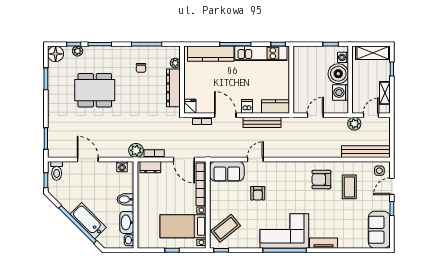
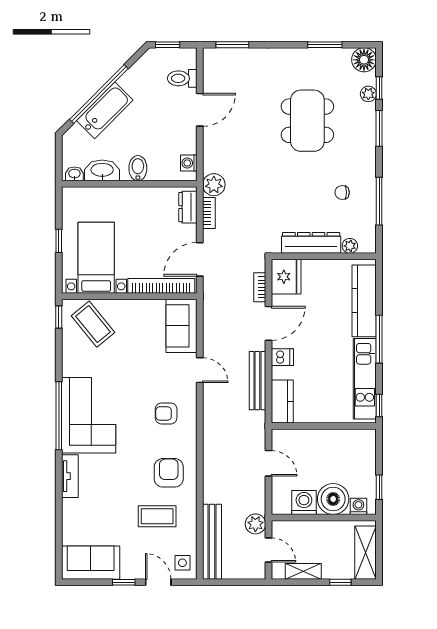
fridge: (190, 106) -> (286, 277), width x1.88, depth x1.34
toilet: (57, 171) -> (182, 78), moved
armchair: (258, 193) -> (166, 413), moved

